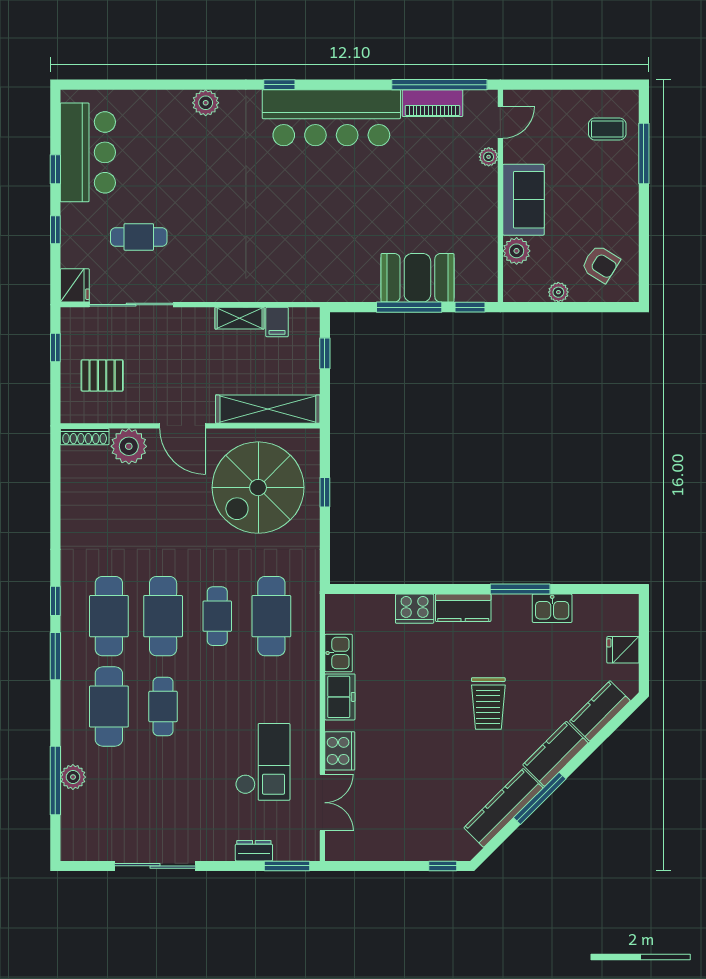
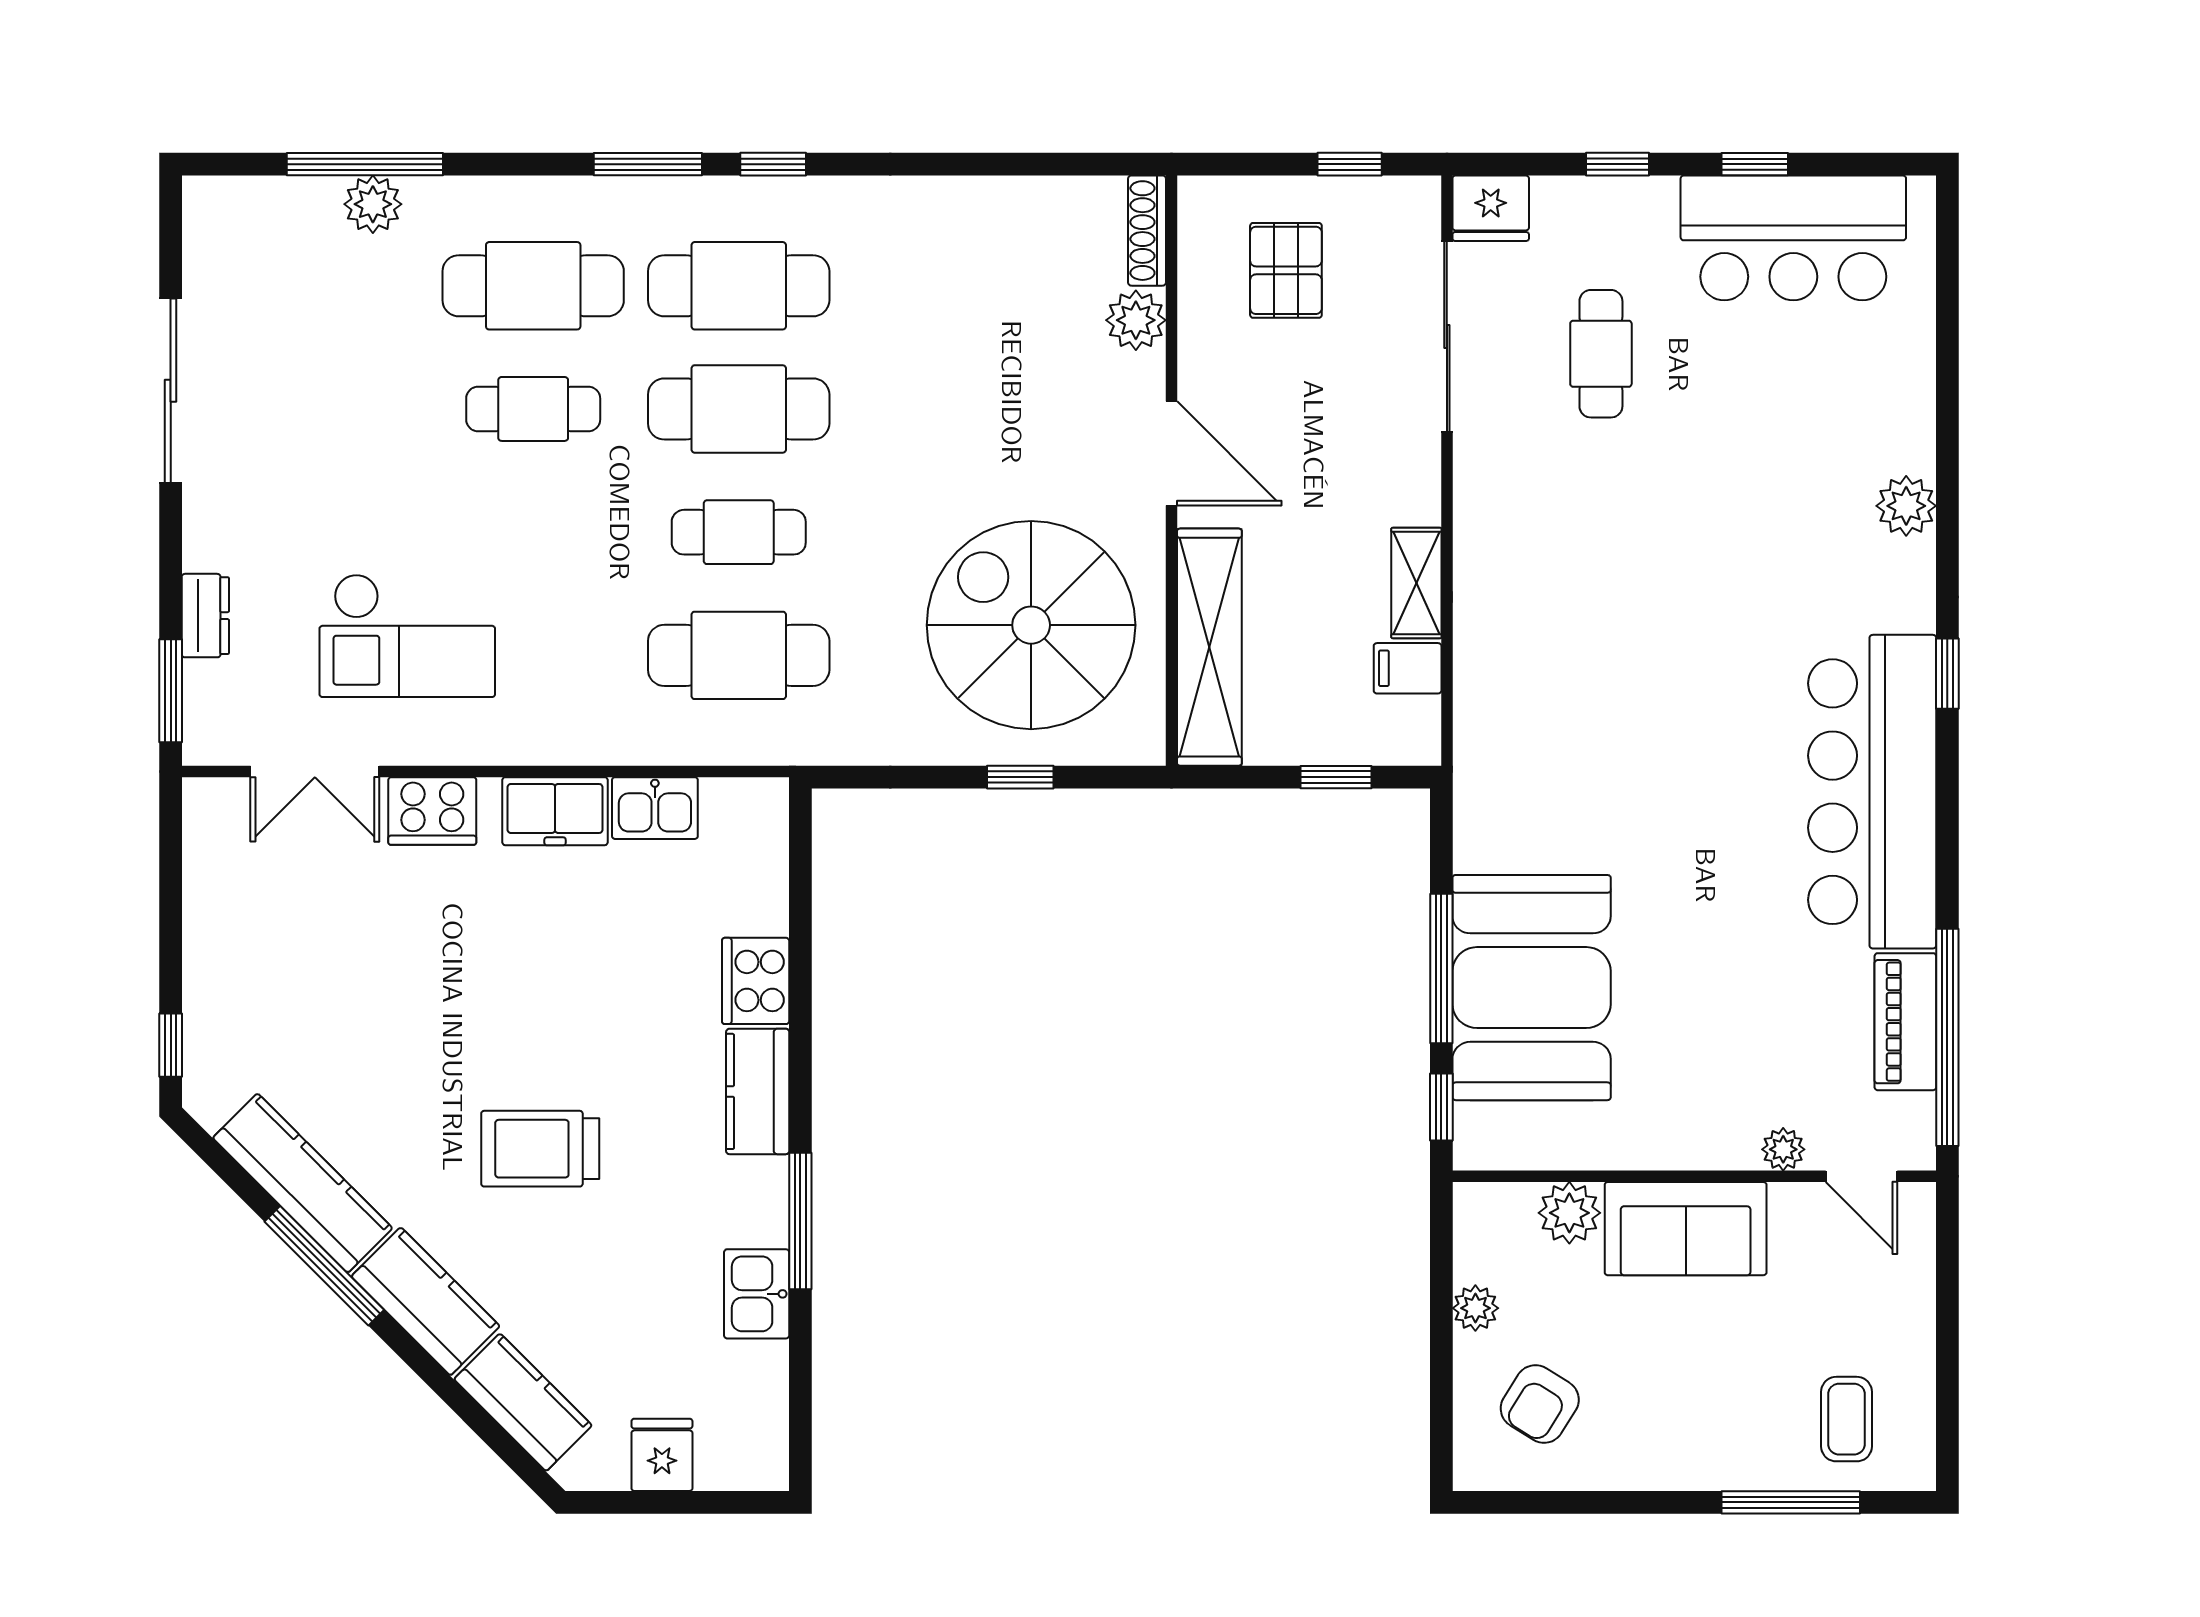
booth: (417, 278) -> (1532, 988), width x1.36, depth x1.42
door: (183, 426) -> (1171, 453), swing flipped
plant: (129, 446) -> (1136, 320), width x0.73, depth x0.73

